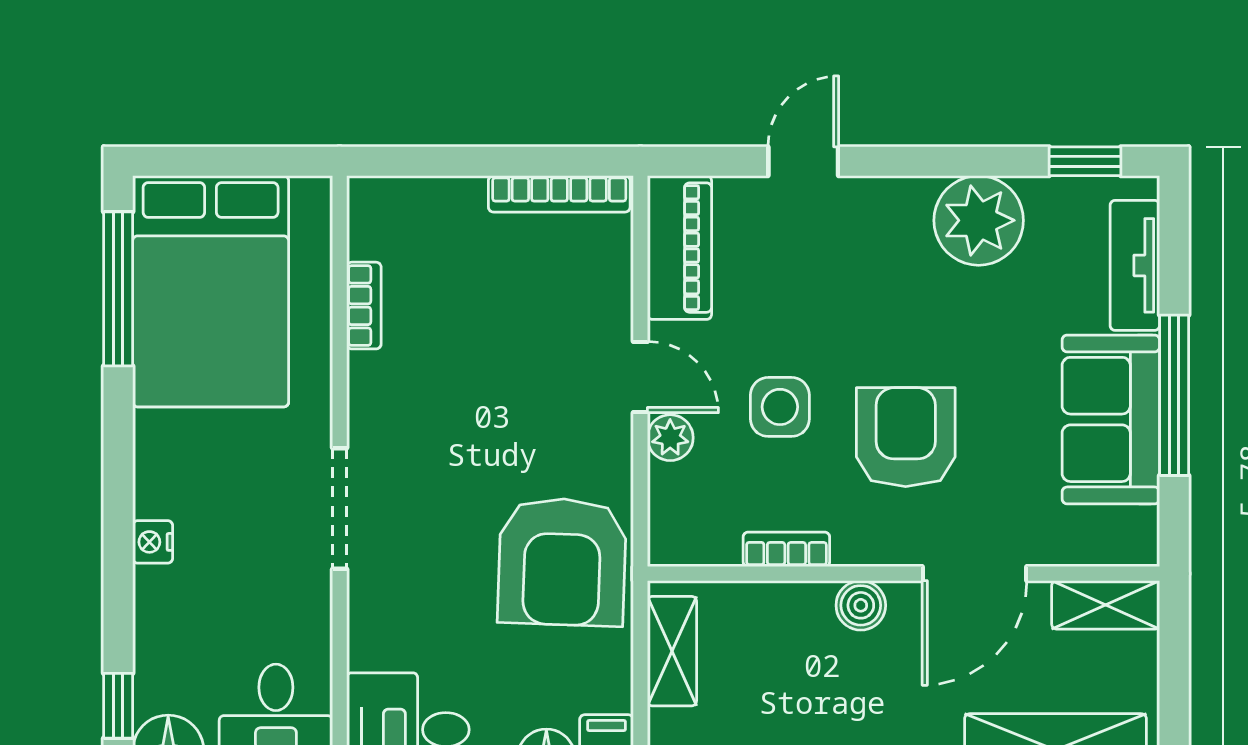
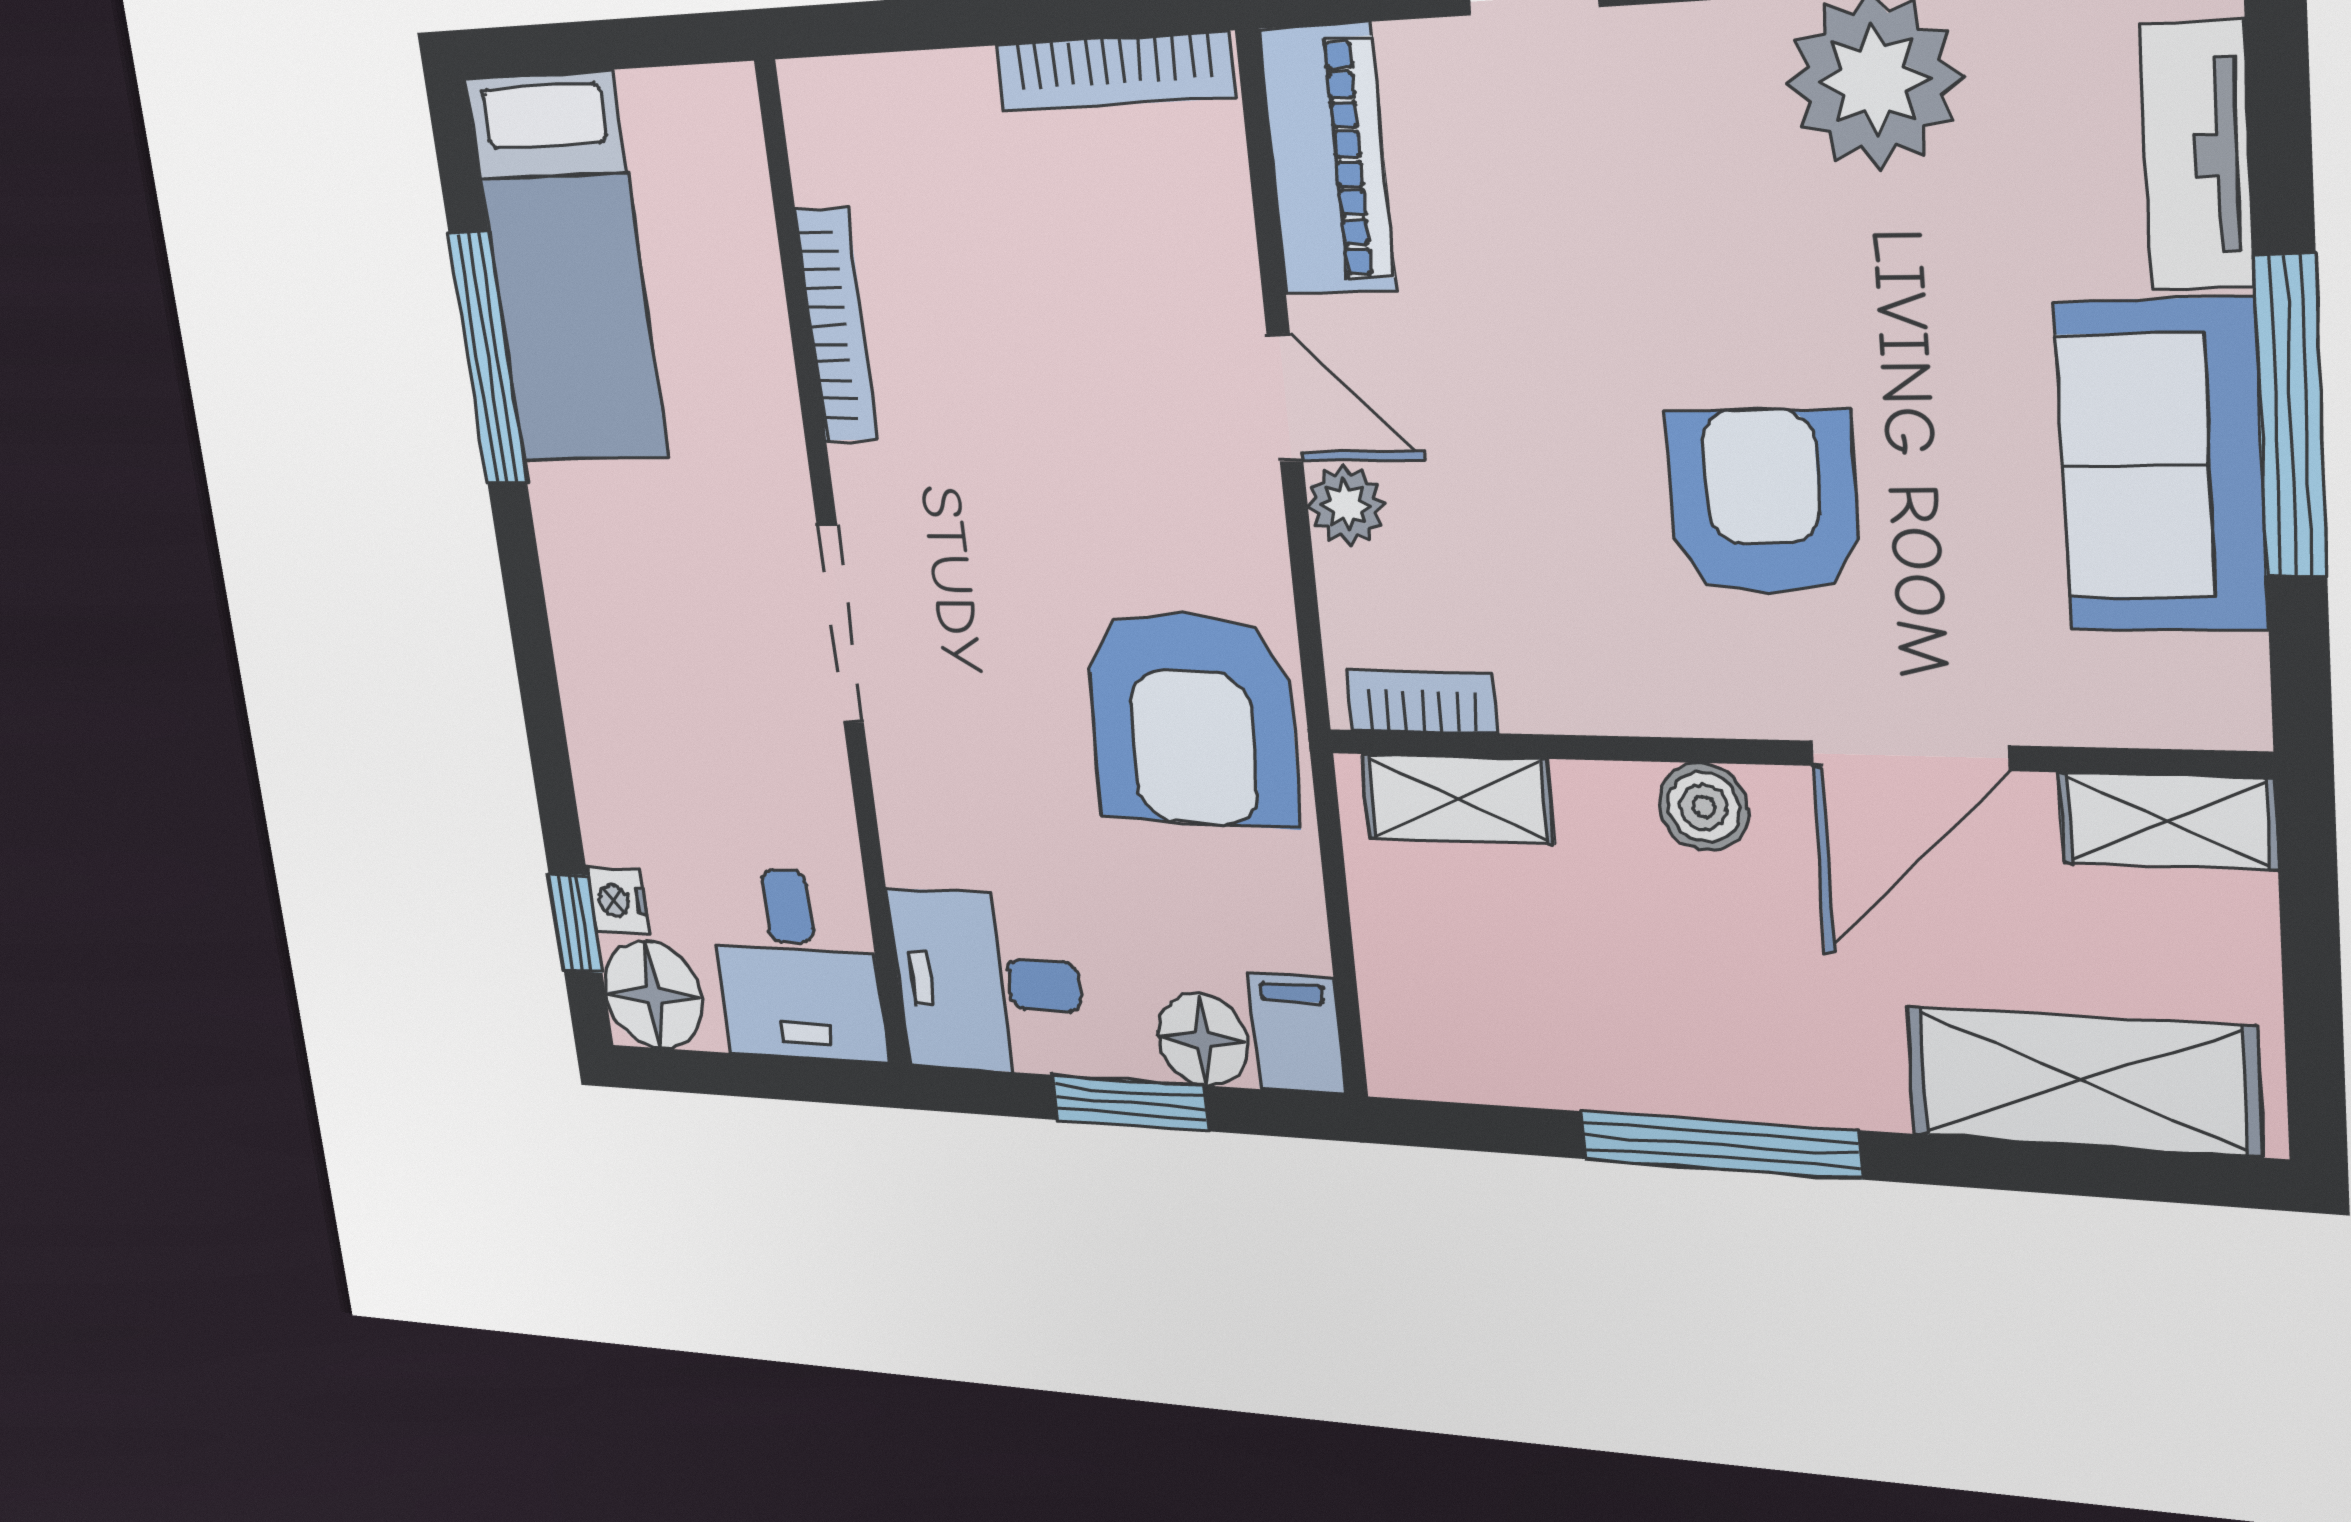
window: (118, 289) -> (488, 358), moved
bed: (211, 291) -> (567, 269), width x0.67
bookcase: (364, 306) -> (837, 325), width x1.56
side table: (780, 407) -> (1530, 448), removed
nightstand: (153, 542) -> (618, 901), moved
bookcase: (786, 549) -> (1422, 702), moved
shelving: (672, 651) -> (1457, 799), moved, turned 90

